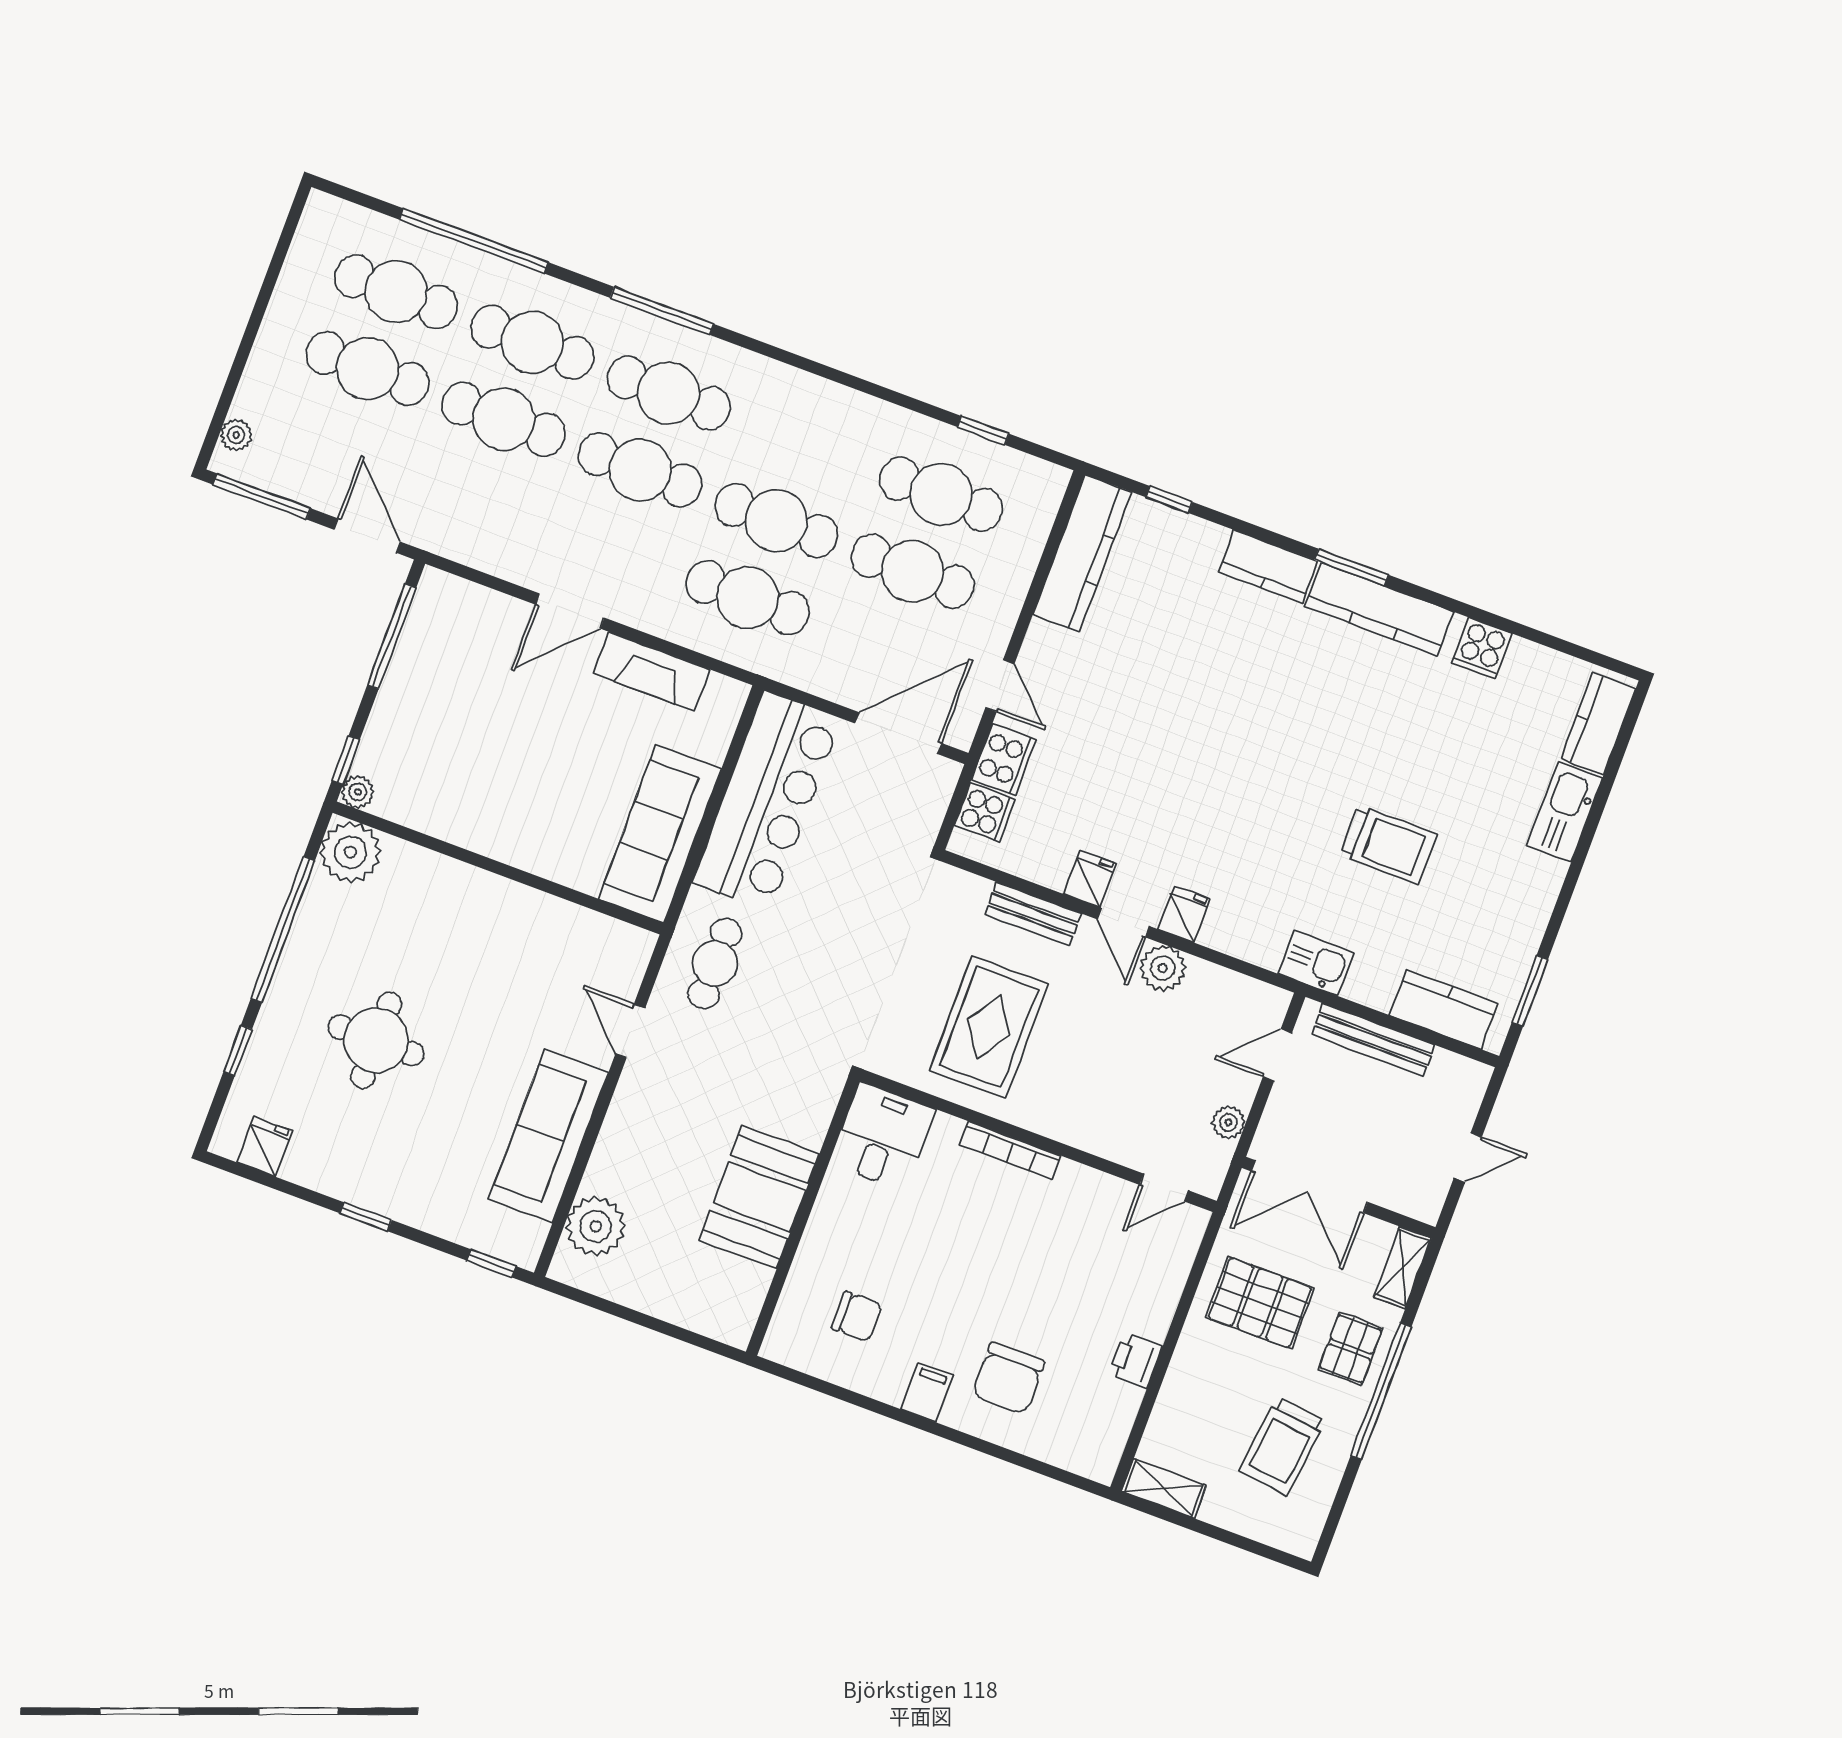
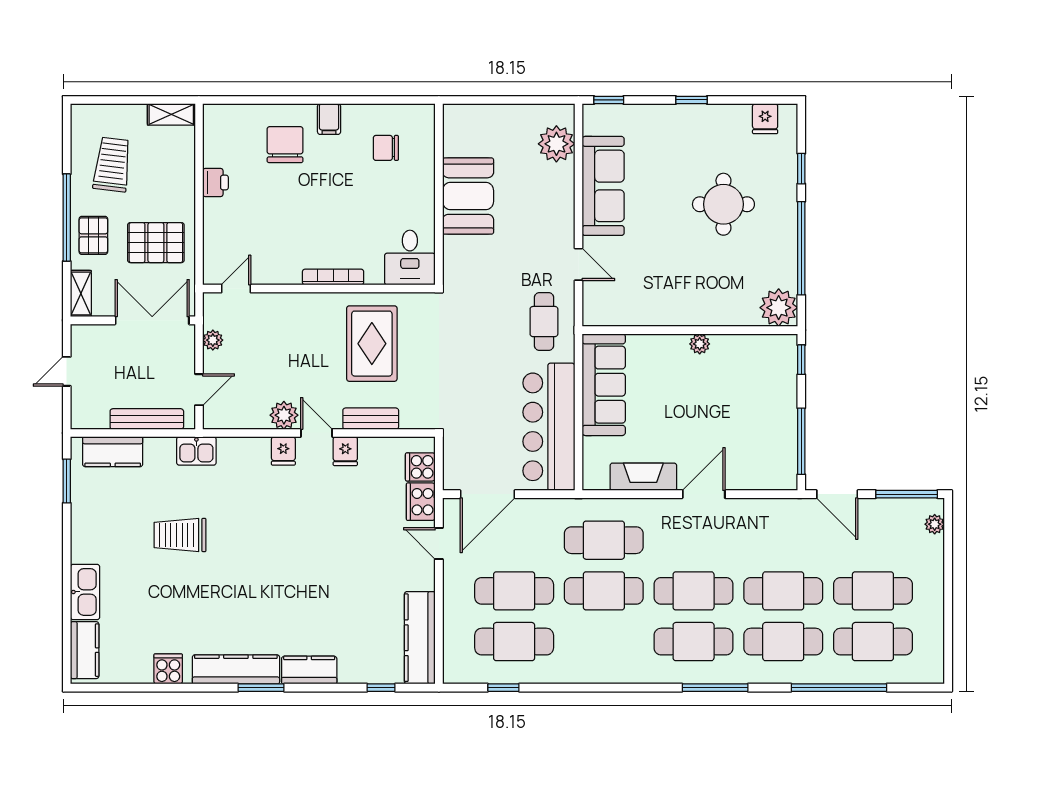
plant: (358, 792) -> (700, 344), moved

